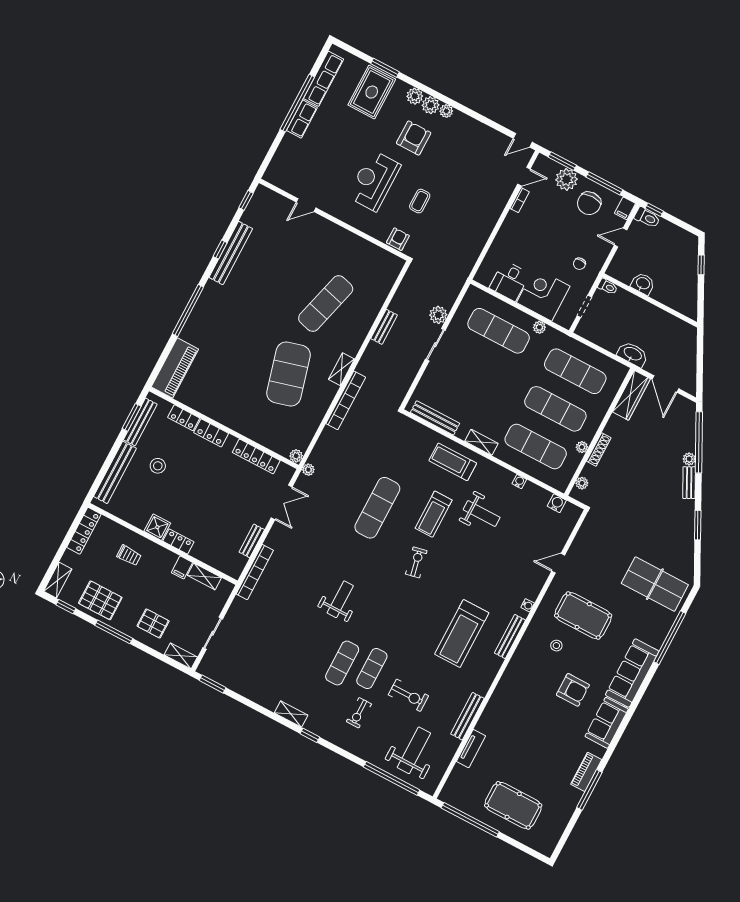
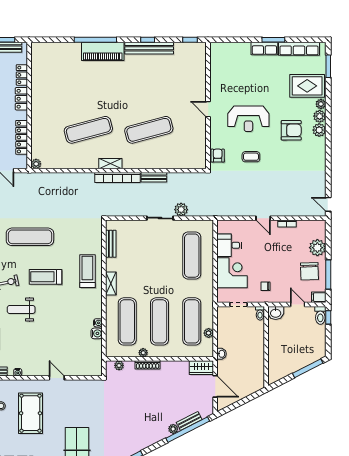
window: (385, 68) -> (328, 66), moved
window: (297, 103) -> (273, 40), width x0.47
plant: (446, 111) -> (321, 104), moved
window: (562, 161) -> (328, 238), removed
door: (524, 177) -> (263, 218), moved
reception desk: (374, 181) -> (248, 119), turned 180
chair: (589, 203) -> (309, 271), turned -92
door: (306, 205) -> (208, 109), moved
armchair: (398, 239) -> (218, 156), turned -90
window: (701, 265) -> (308, 368), width x2.17
washbasin: (643, 284) -> (276, 313), moved, turned 90
exercise mat: (326, 304) -> (149, 130), turned -30
plant: (539, 327) -> (209, 333), moved
washbasin: (633, 354) -> (221, 354), width x0.52, depth x0.69
piano: (175, 368) -> (103, 51), moved
exercise mat: (289, 374) -> (88, 130), width x0.68
door: (665, 384) -> (215, 386), swing flipped
wardrobe: (631, 395) -> (201, 368), width x0.67
bookcase: (346, 400) -> (118, 178), moved
bench: (435, 418) -> (111, 244), width x0.73
plant: (308, 470) -> (31, 177), removed
bench: (689, 483) -> (189, 421), moved
water cooler: (557, 503) -> (97, 333), moved
weight bench: (482, 513) -> (21, 310), moved, turned 90

